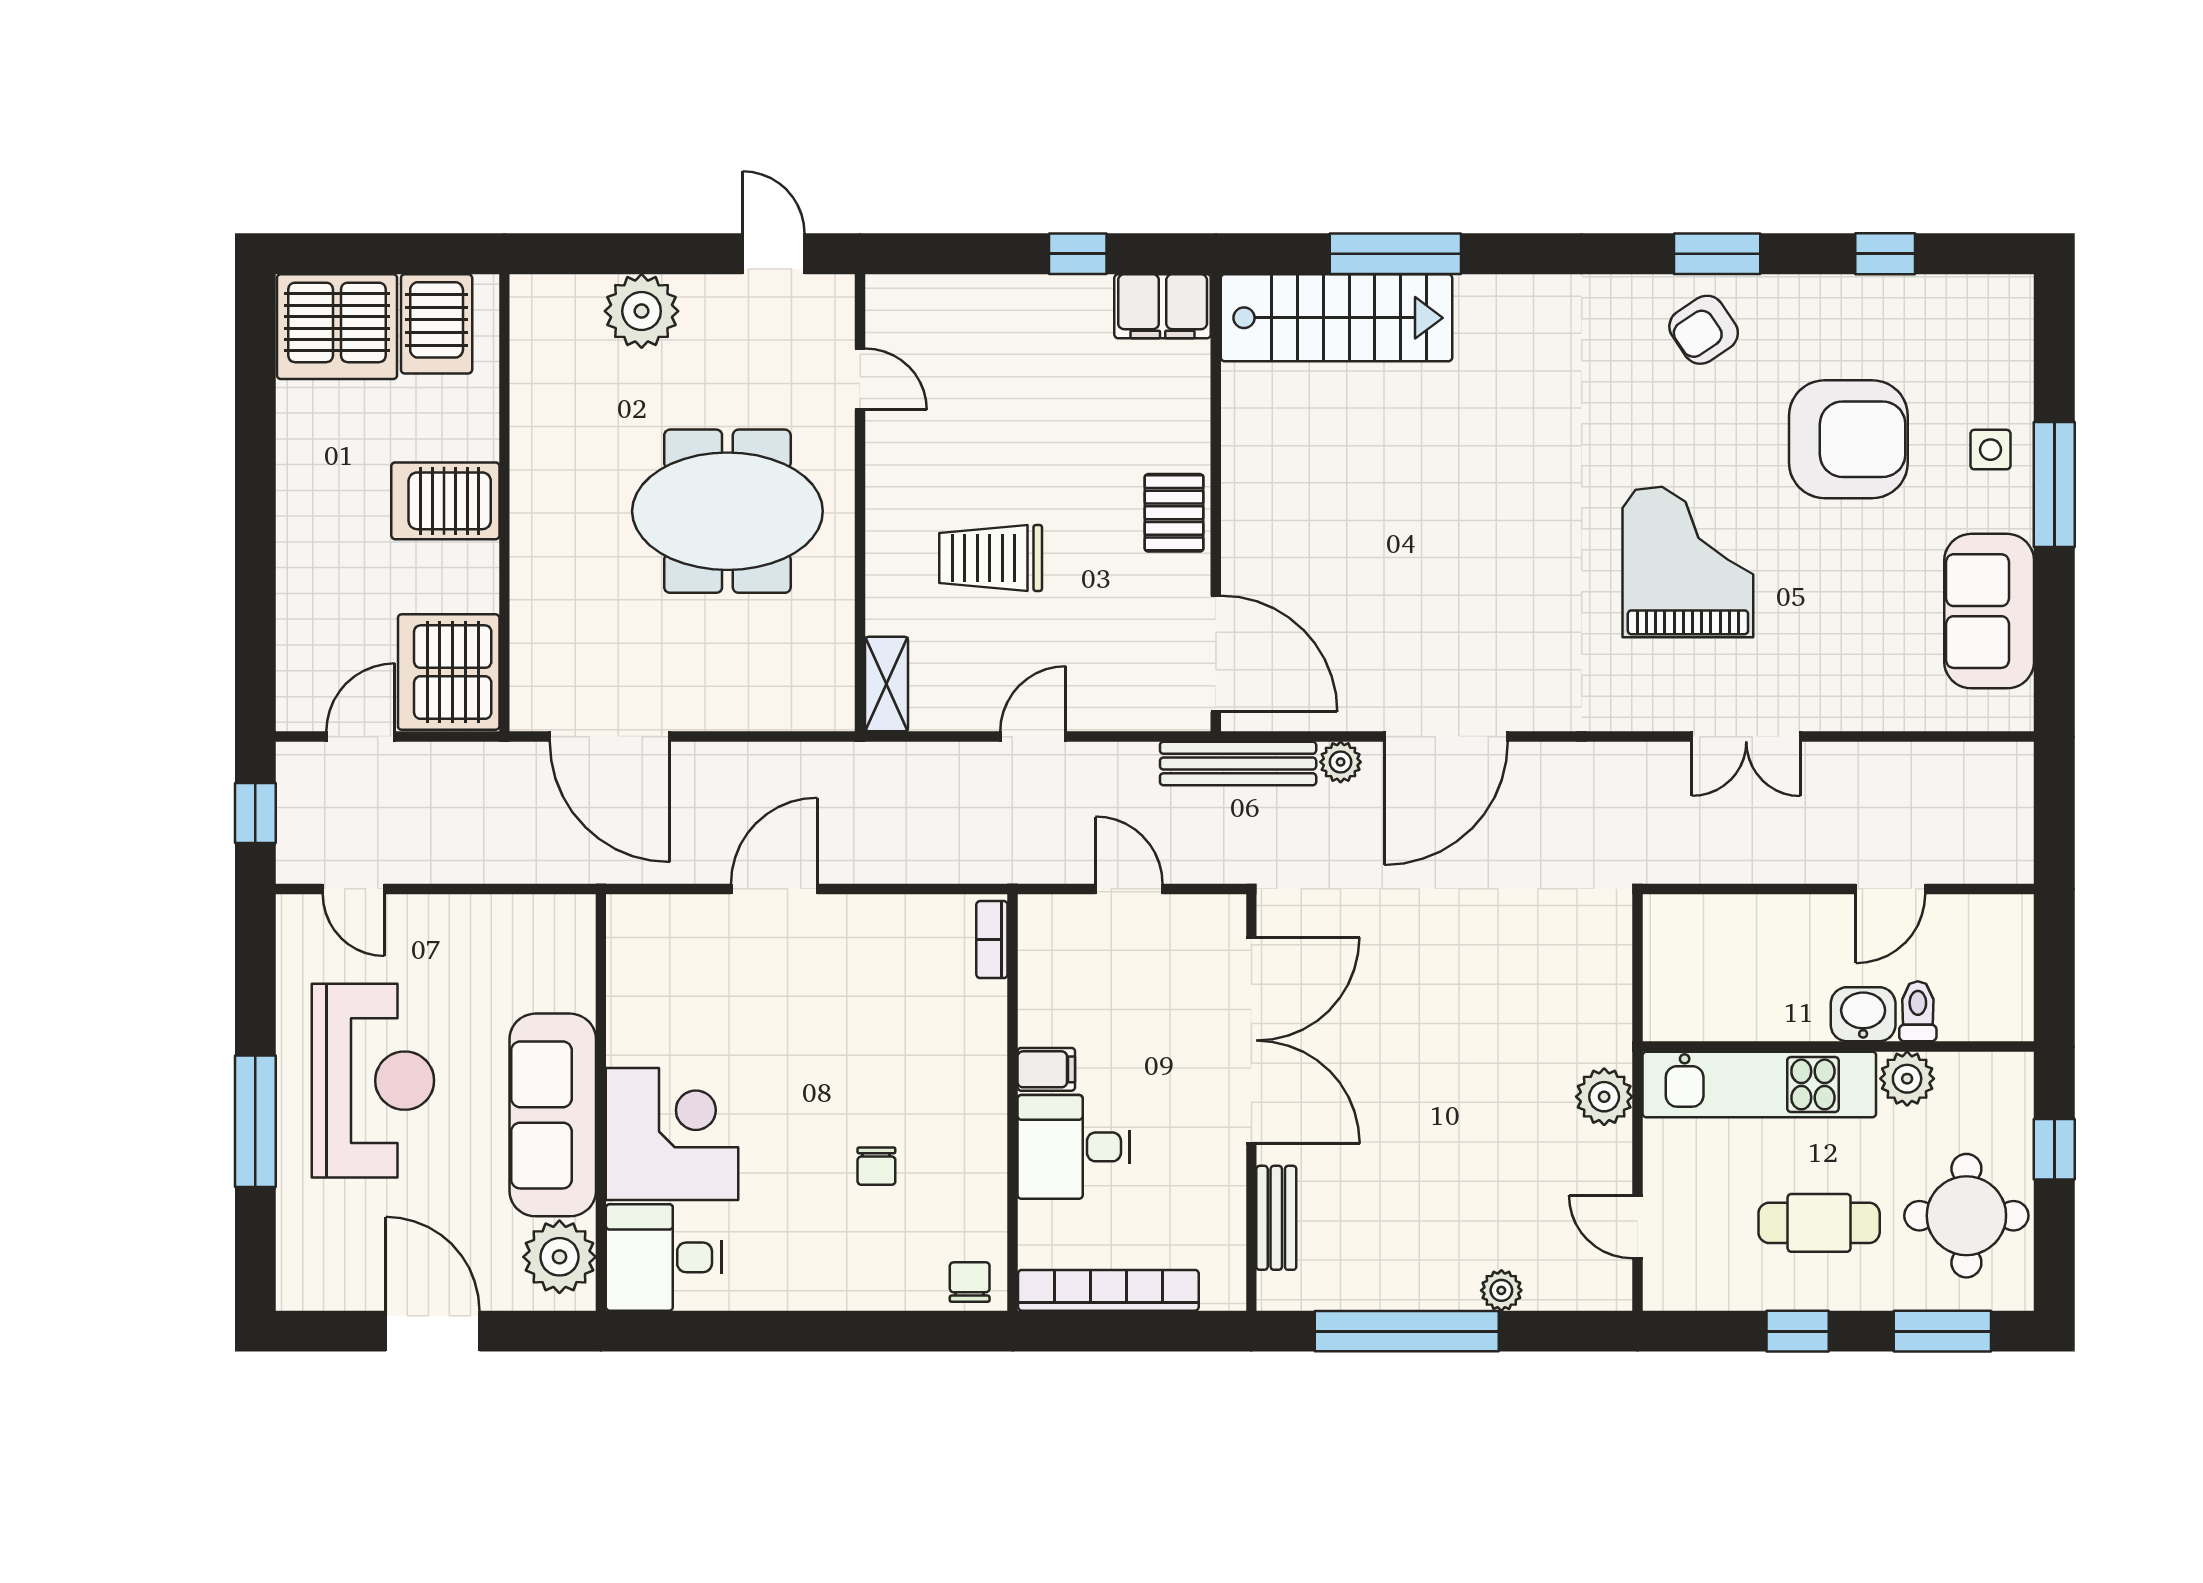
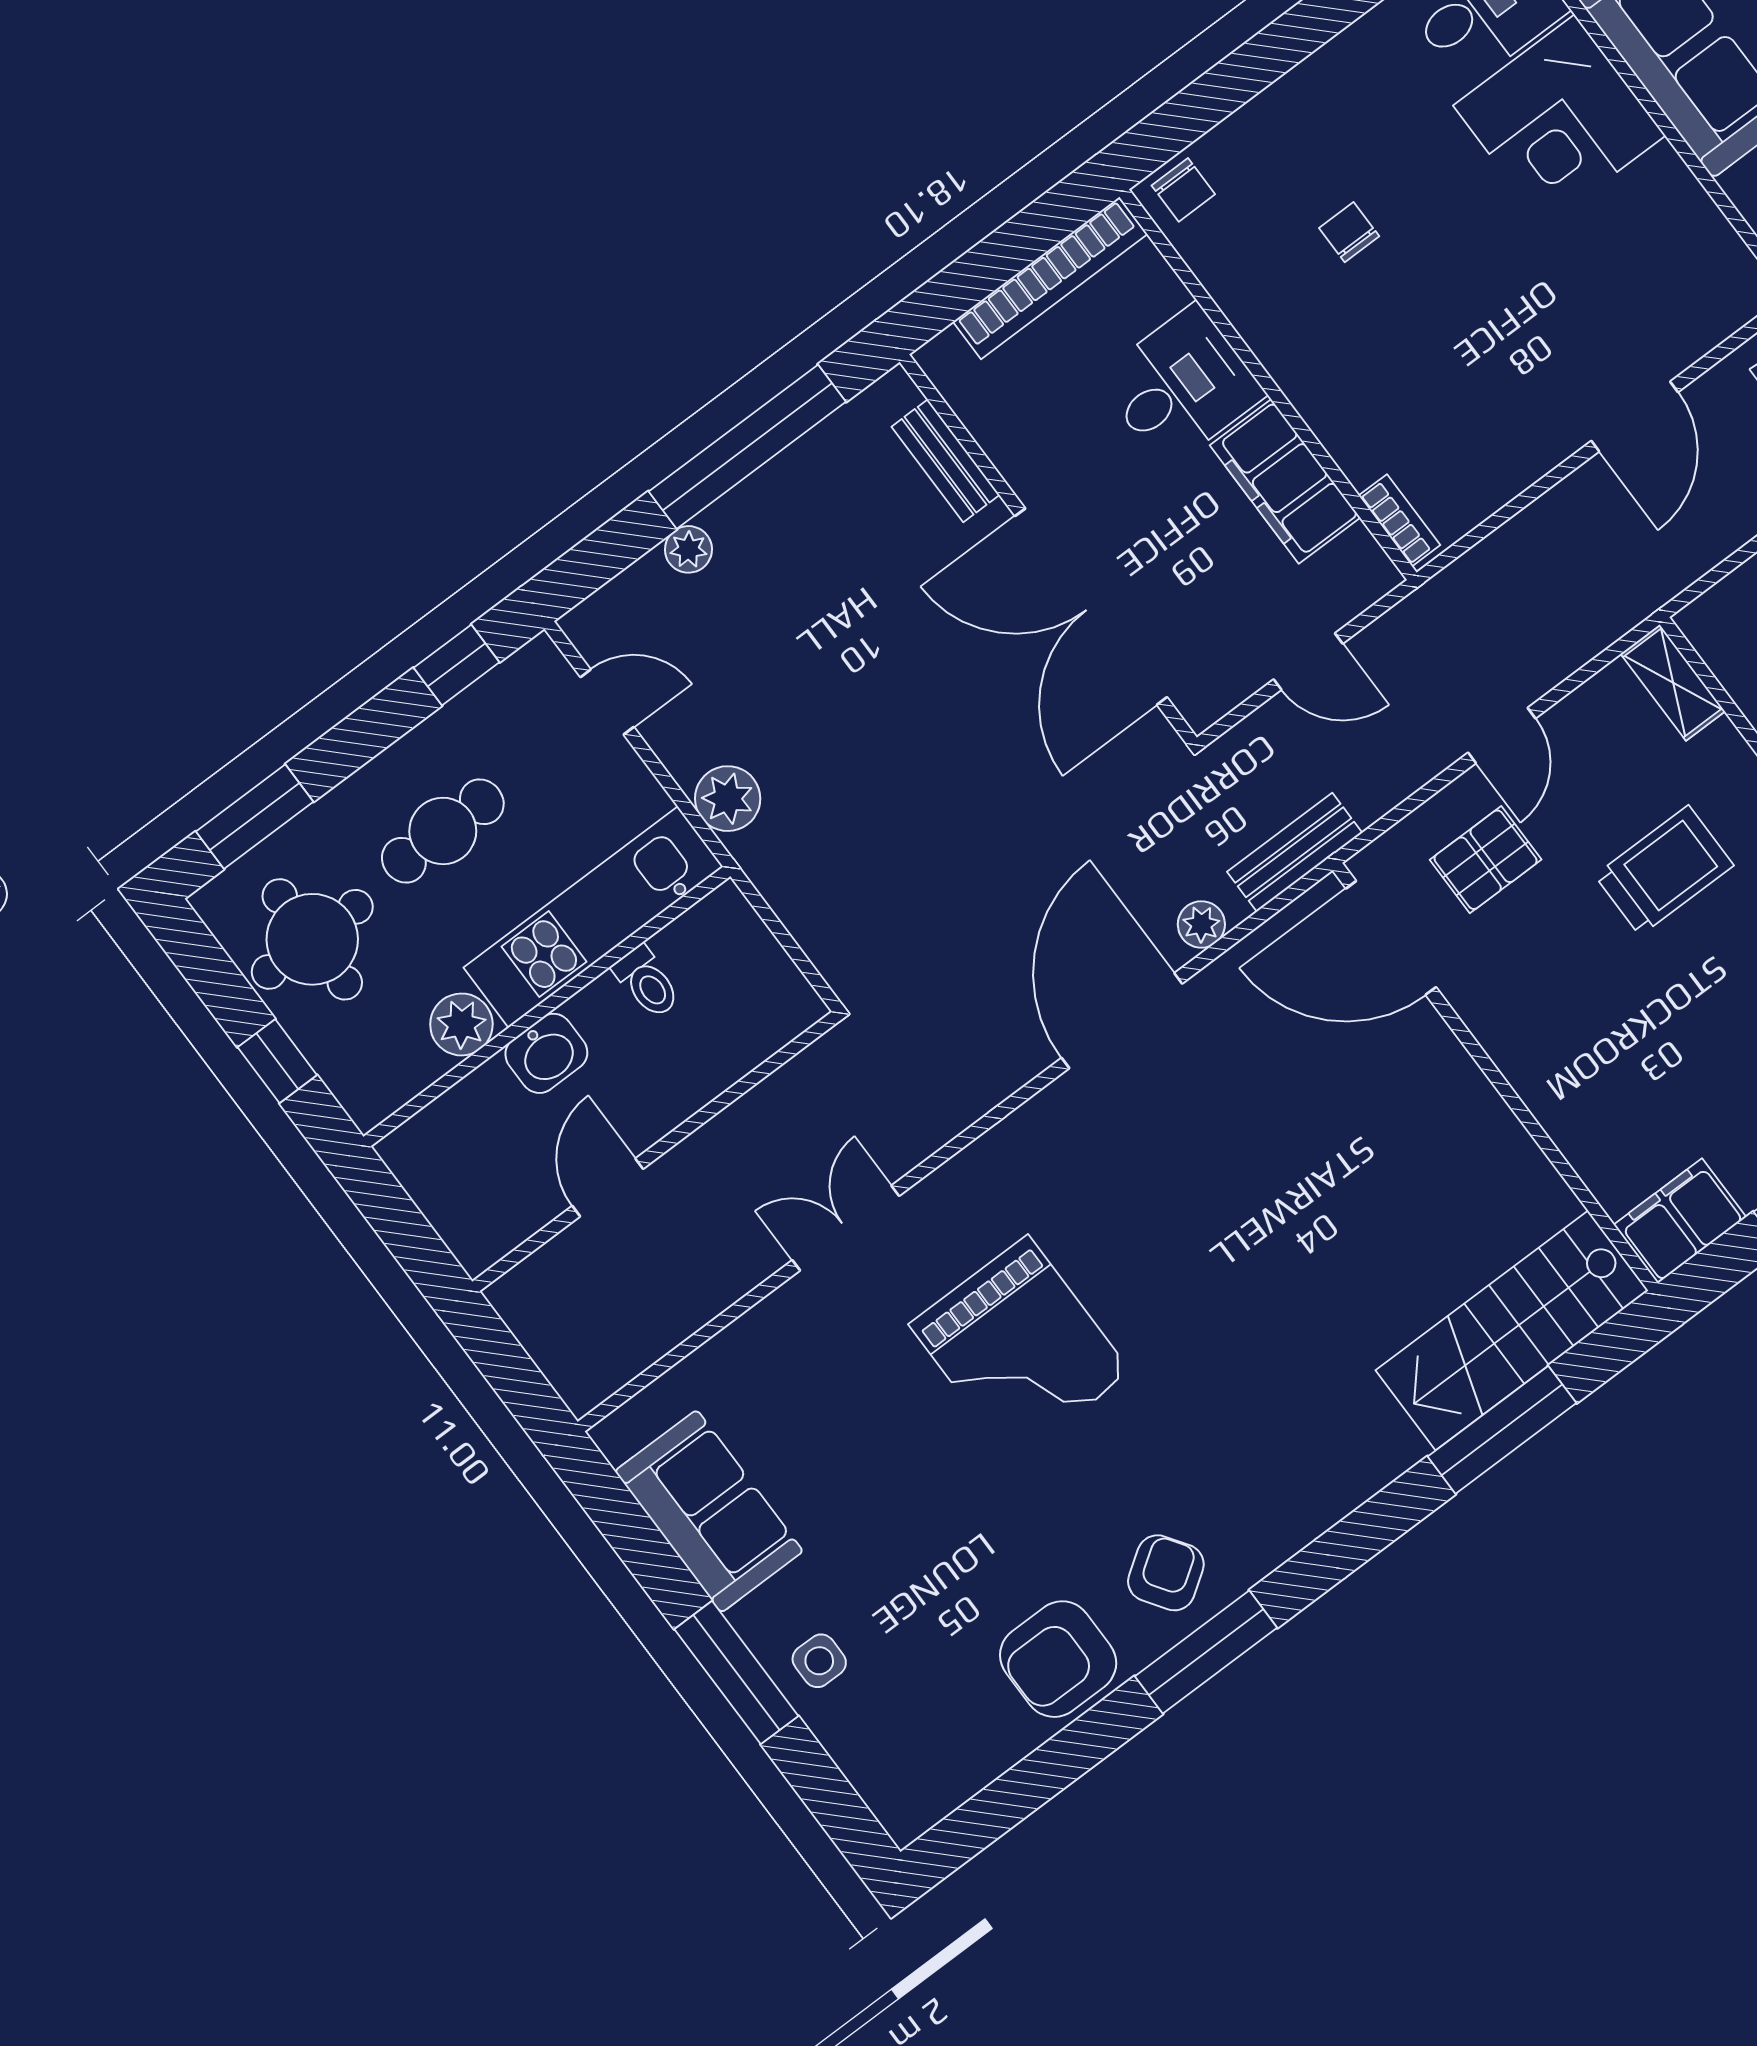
window: (1717, 254) -> (1206, 1652), width x1.44
window: (1885, 254) -> (1051, 1768), removed
armchair: (1848, 439) -> (1058, 1659), moved, width x0.73, depth x0.73
pallet: (1174, 513) -> (1486, 860), moved, turned 90
bench: (1238, 763) -> (1295, 852), width x0.73
toilet: (1918, 1011) -> (647, 982), moved
filing cabinet: (1046, 1069) -> (1285, 481), width x3.00, depth x1.17
window: (1798, 1331) -> (457, 665), moved

